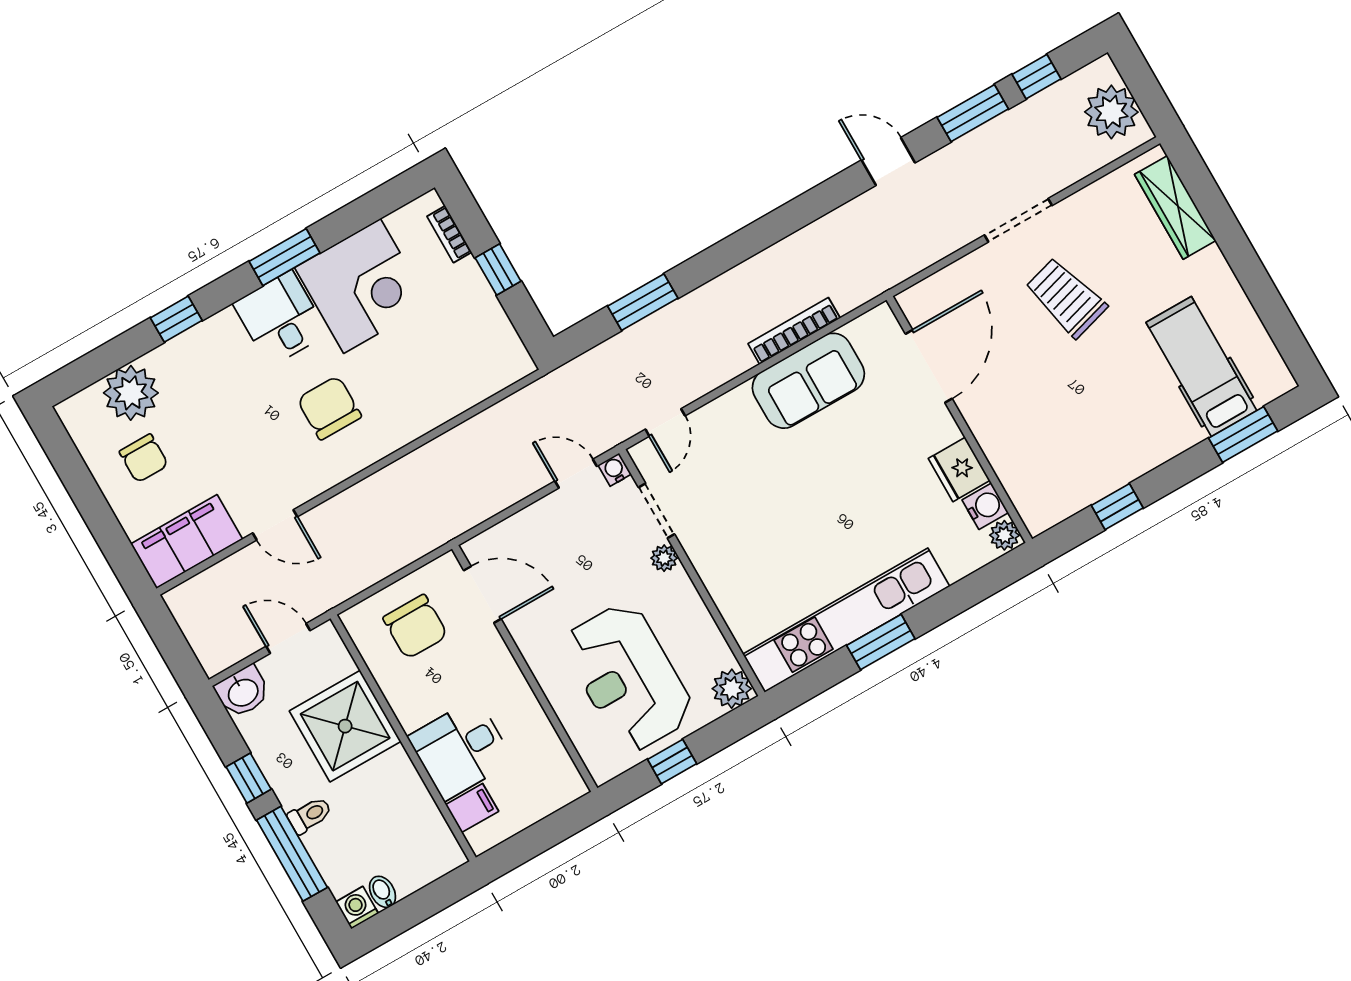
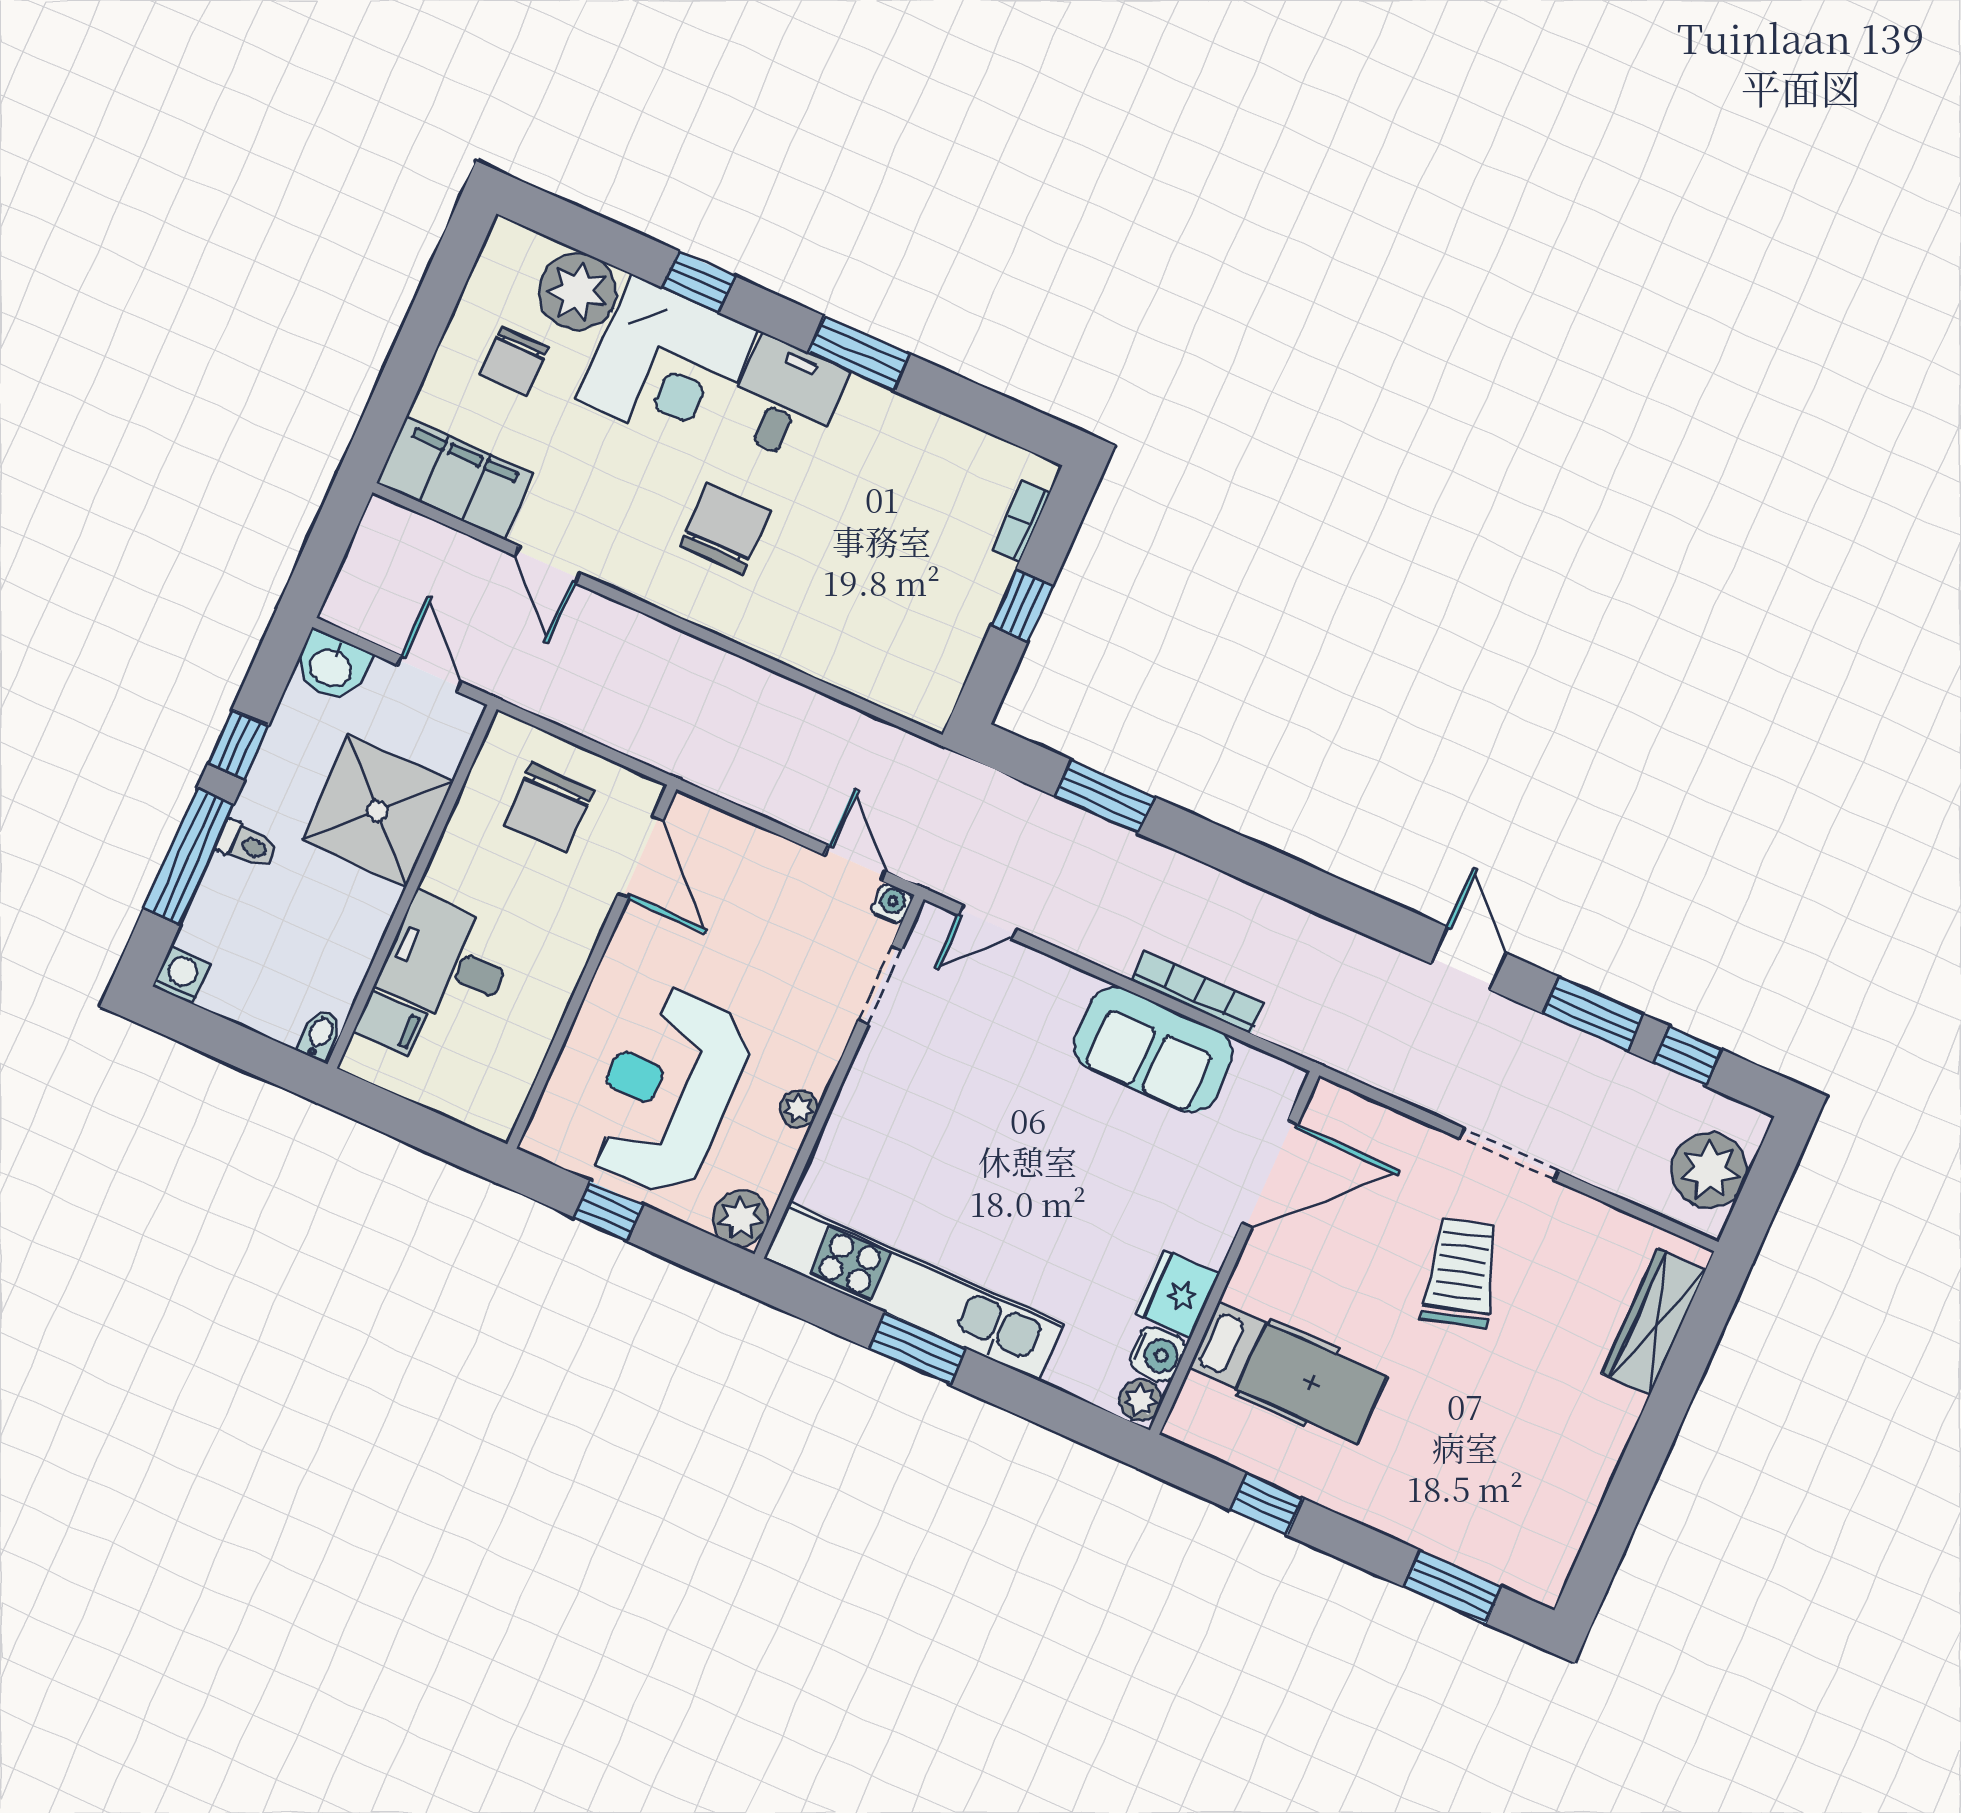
corner desk: (362, 286) -> (667, 366), moved
hospital bed: (1201, 366) -> (1288, 1372), moved, turned 90
plant: (664, 558) -> (799, 1109), moved
bidet: (383, 892) -> (320, 1035), moved

